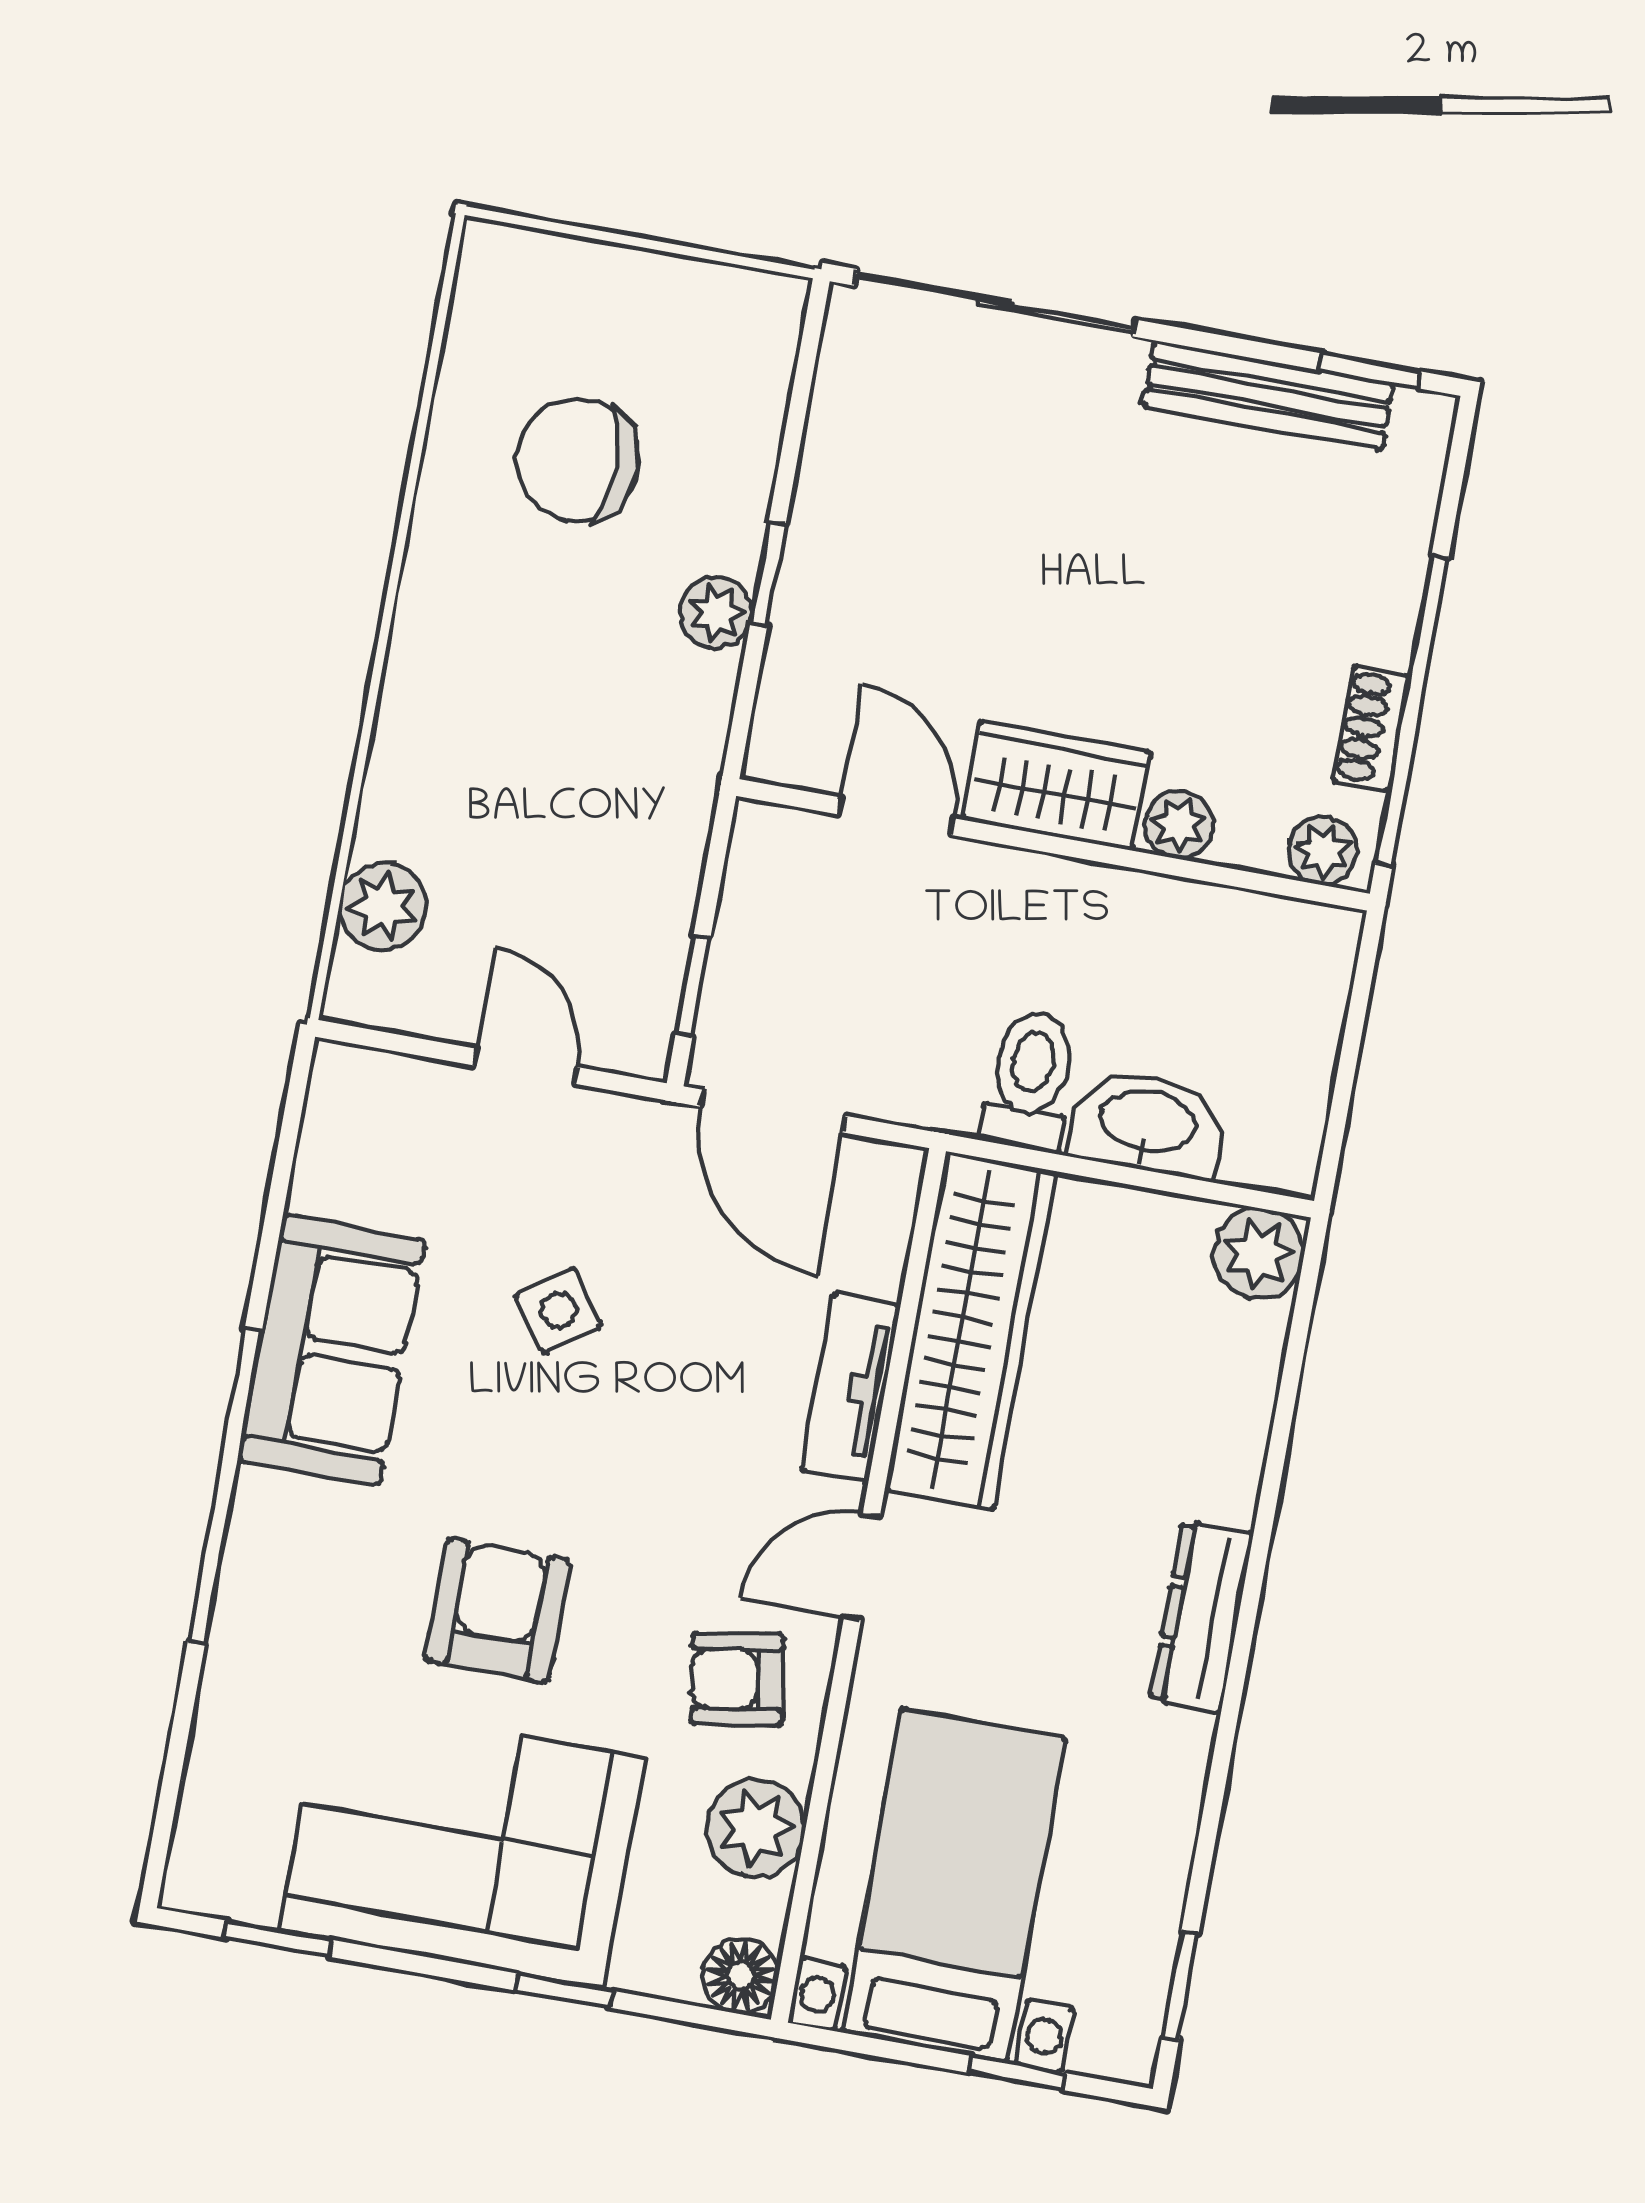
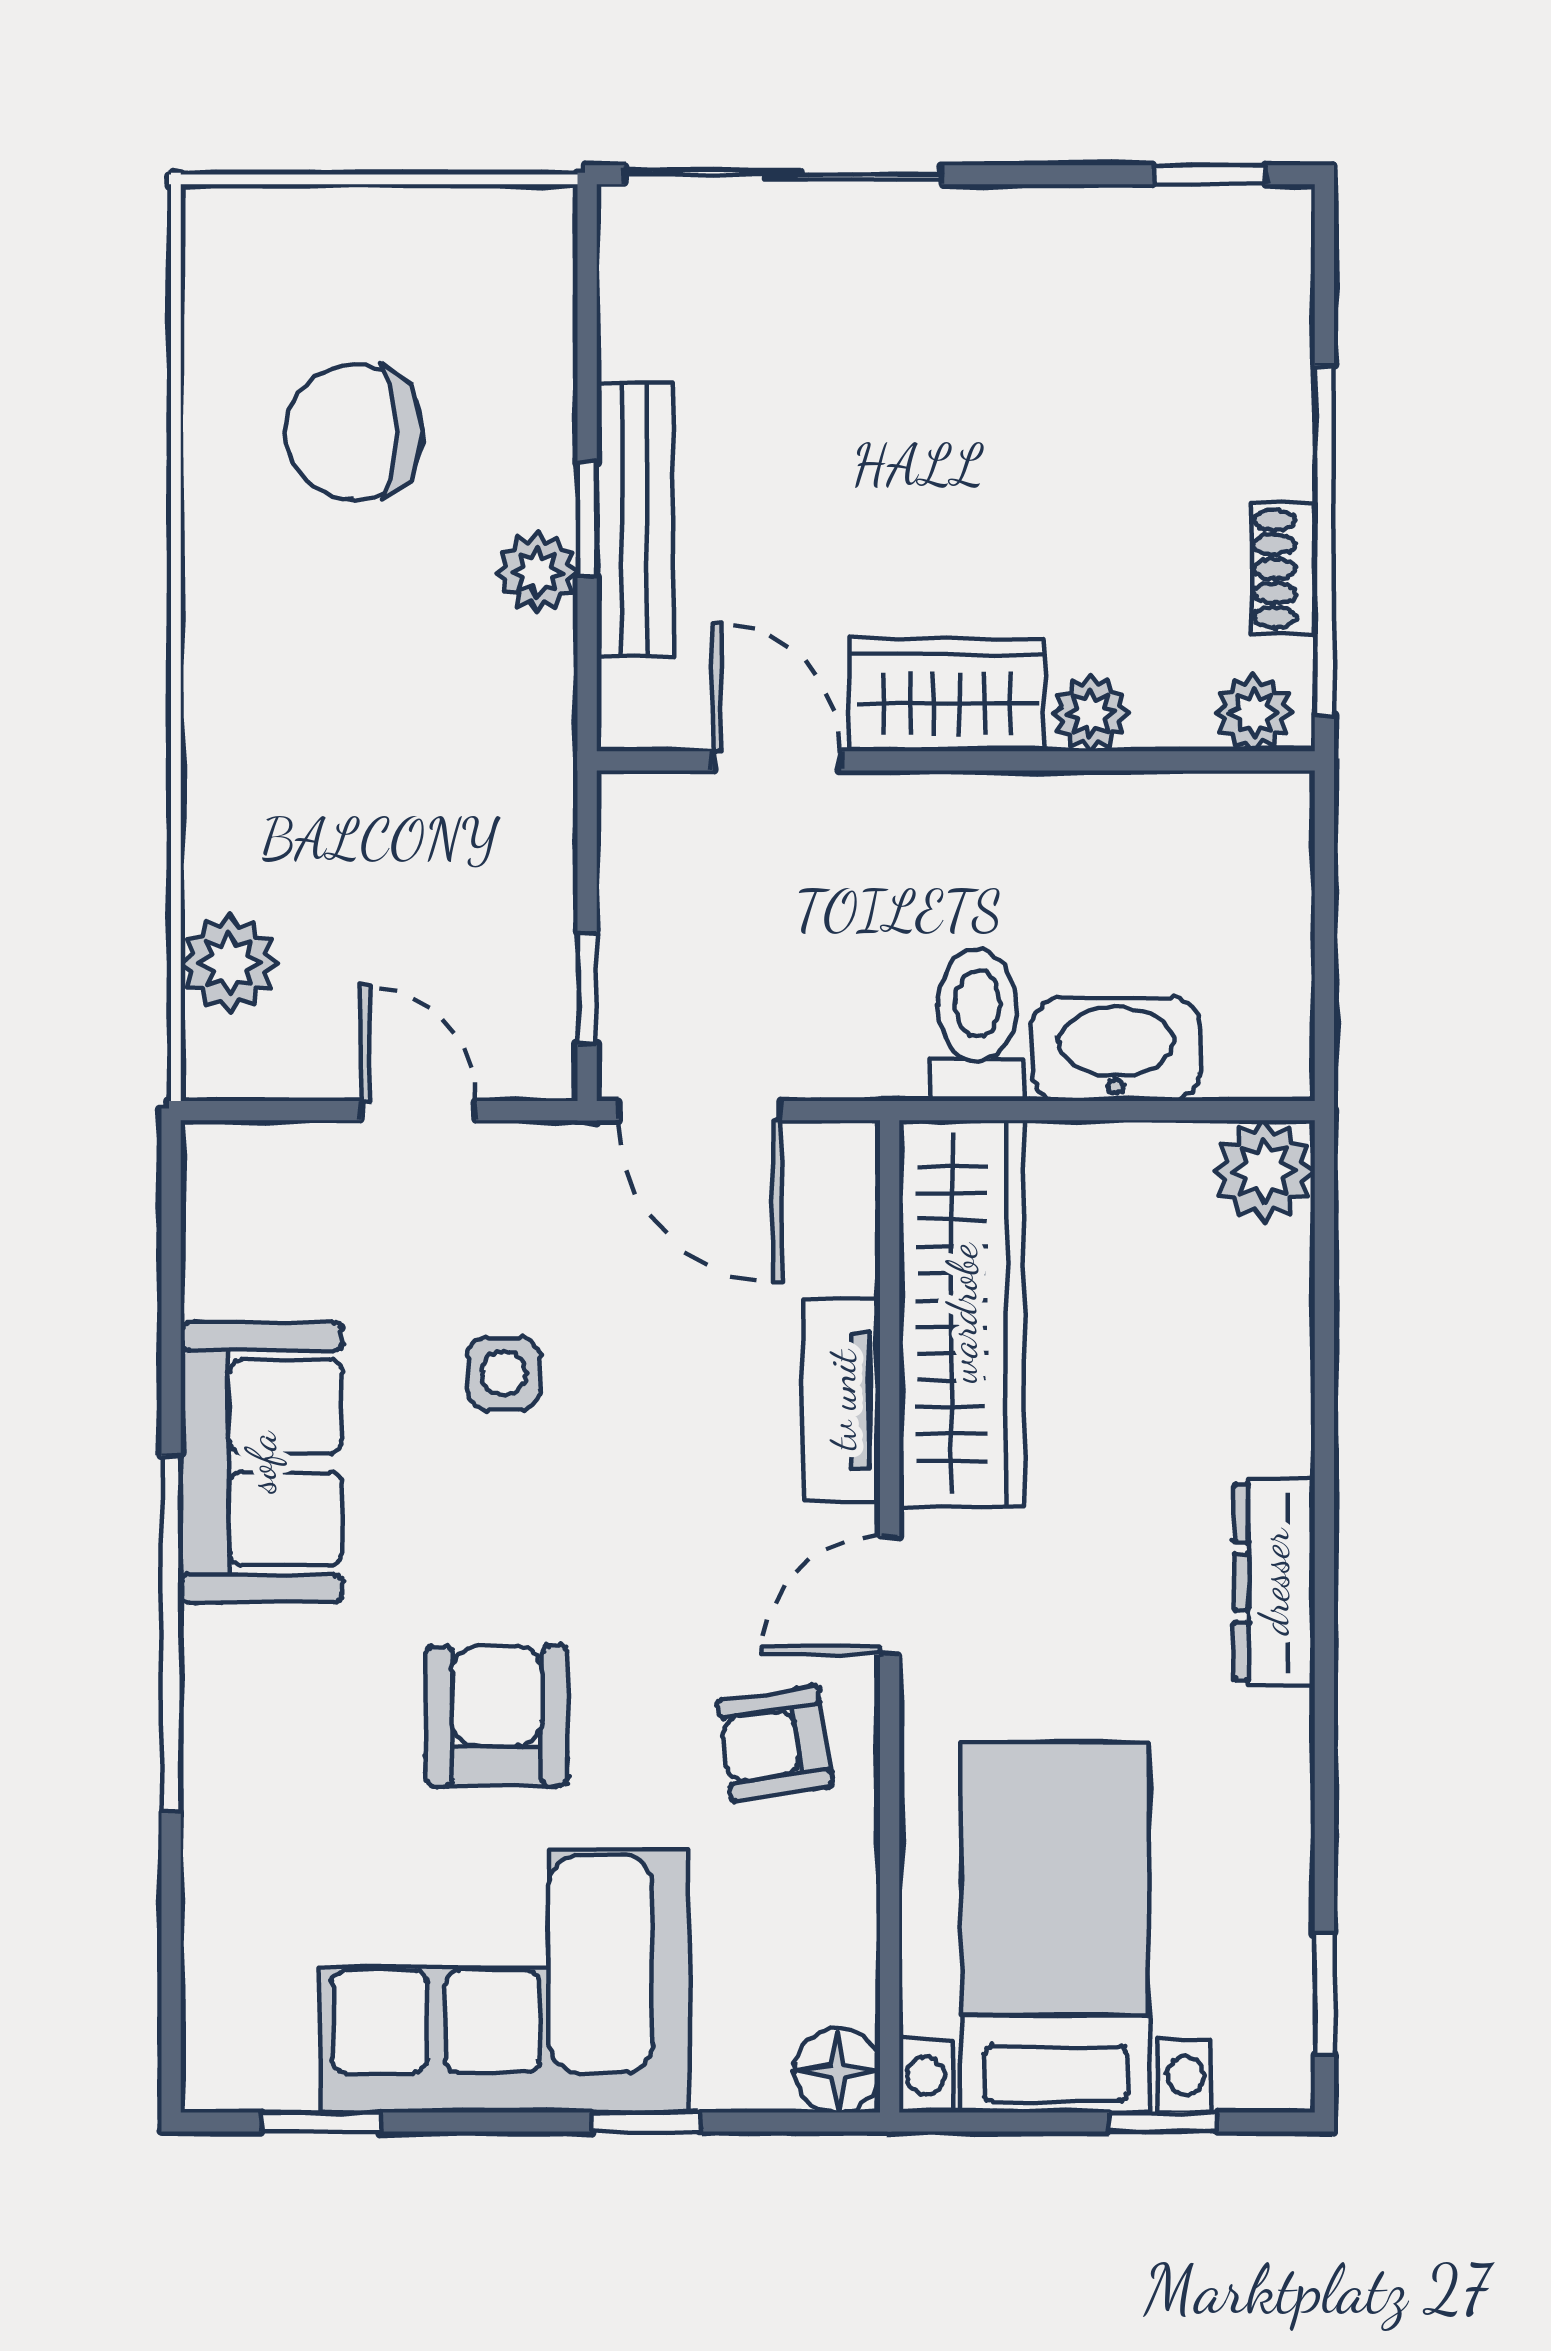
bench: (1268, 396) -> (635, 520), moved, turned 90
side table: (559, 1311) -> (504, 1373), turned 36
plant: (756, 1828) -> (825, 1904), removed

